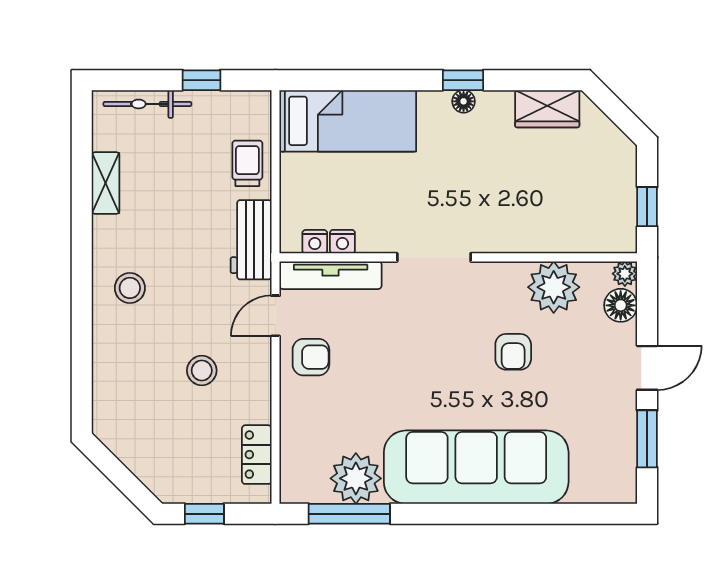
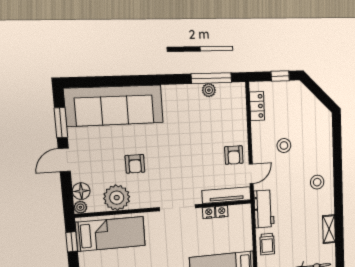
bed: (571, 215) -> (111, 234), added
nightstand: (315, 242) -> (209, 213), moved
armchair: (513, 352) -> (135, 164), turned 180
armchair: (311, 357) -> (234, 155), turned -90
sofa: (476, 467) -> (114, 106), moved
plant: (356, 478) -> (209, 90), width x0.53, depth x0.53

